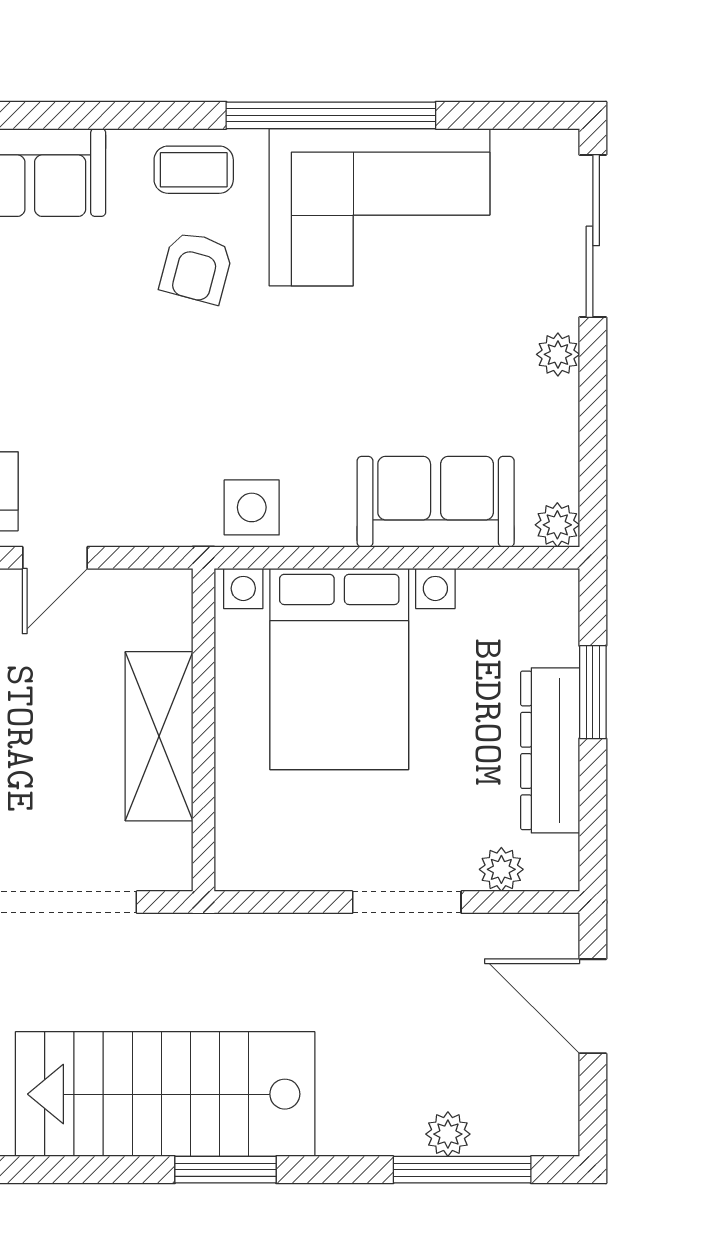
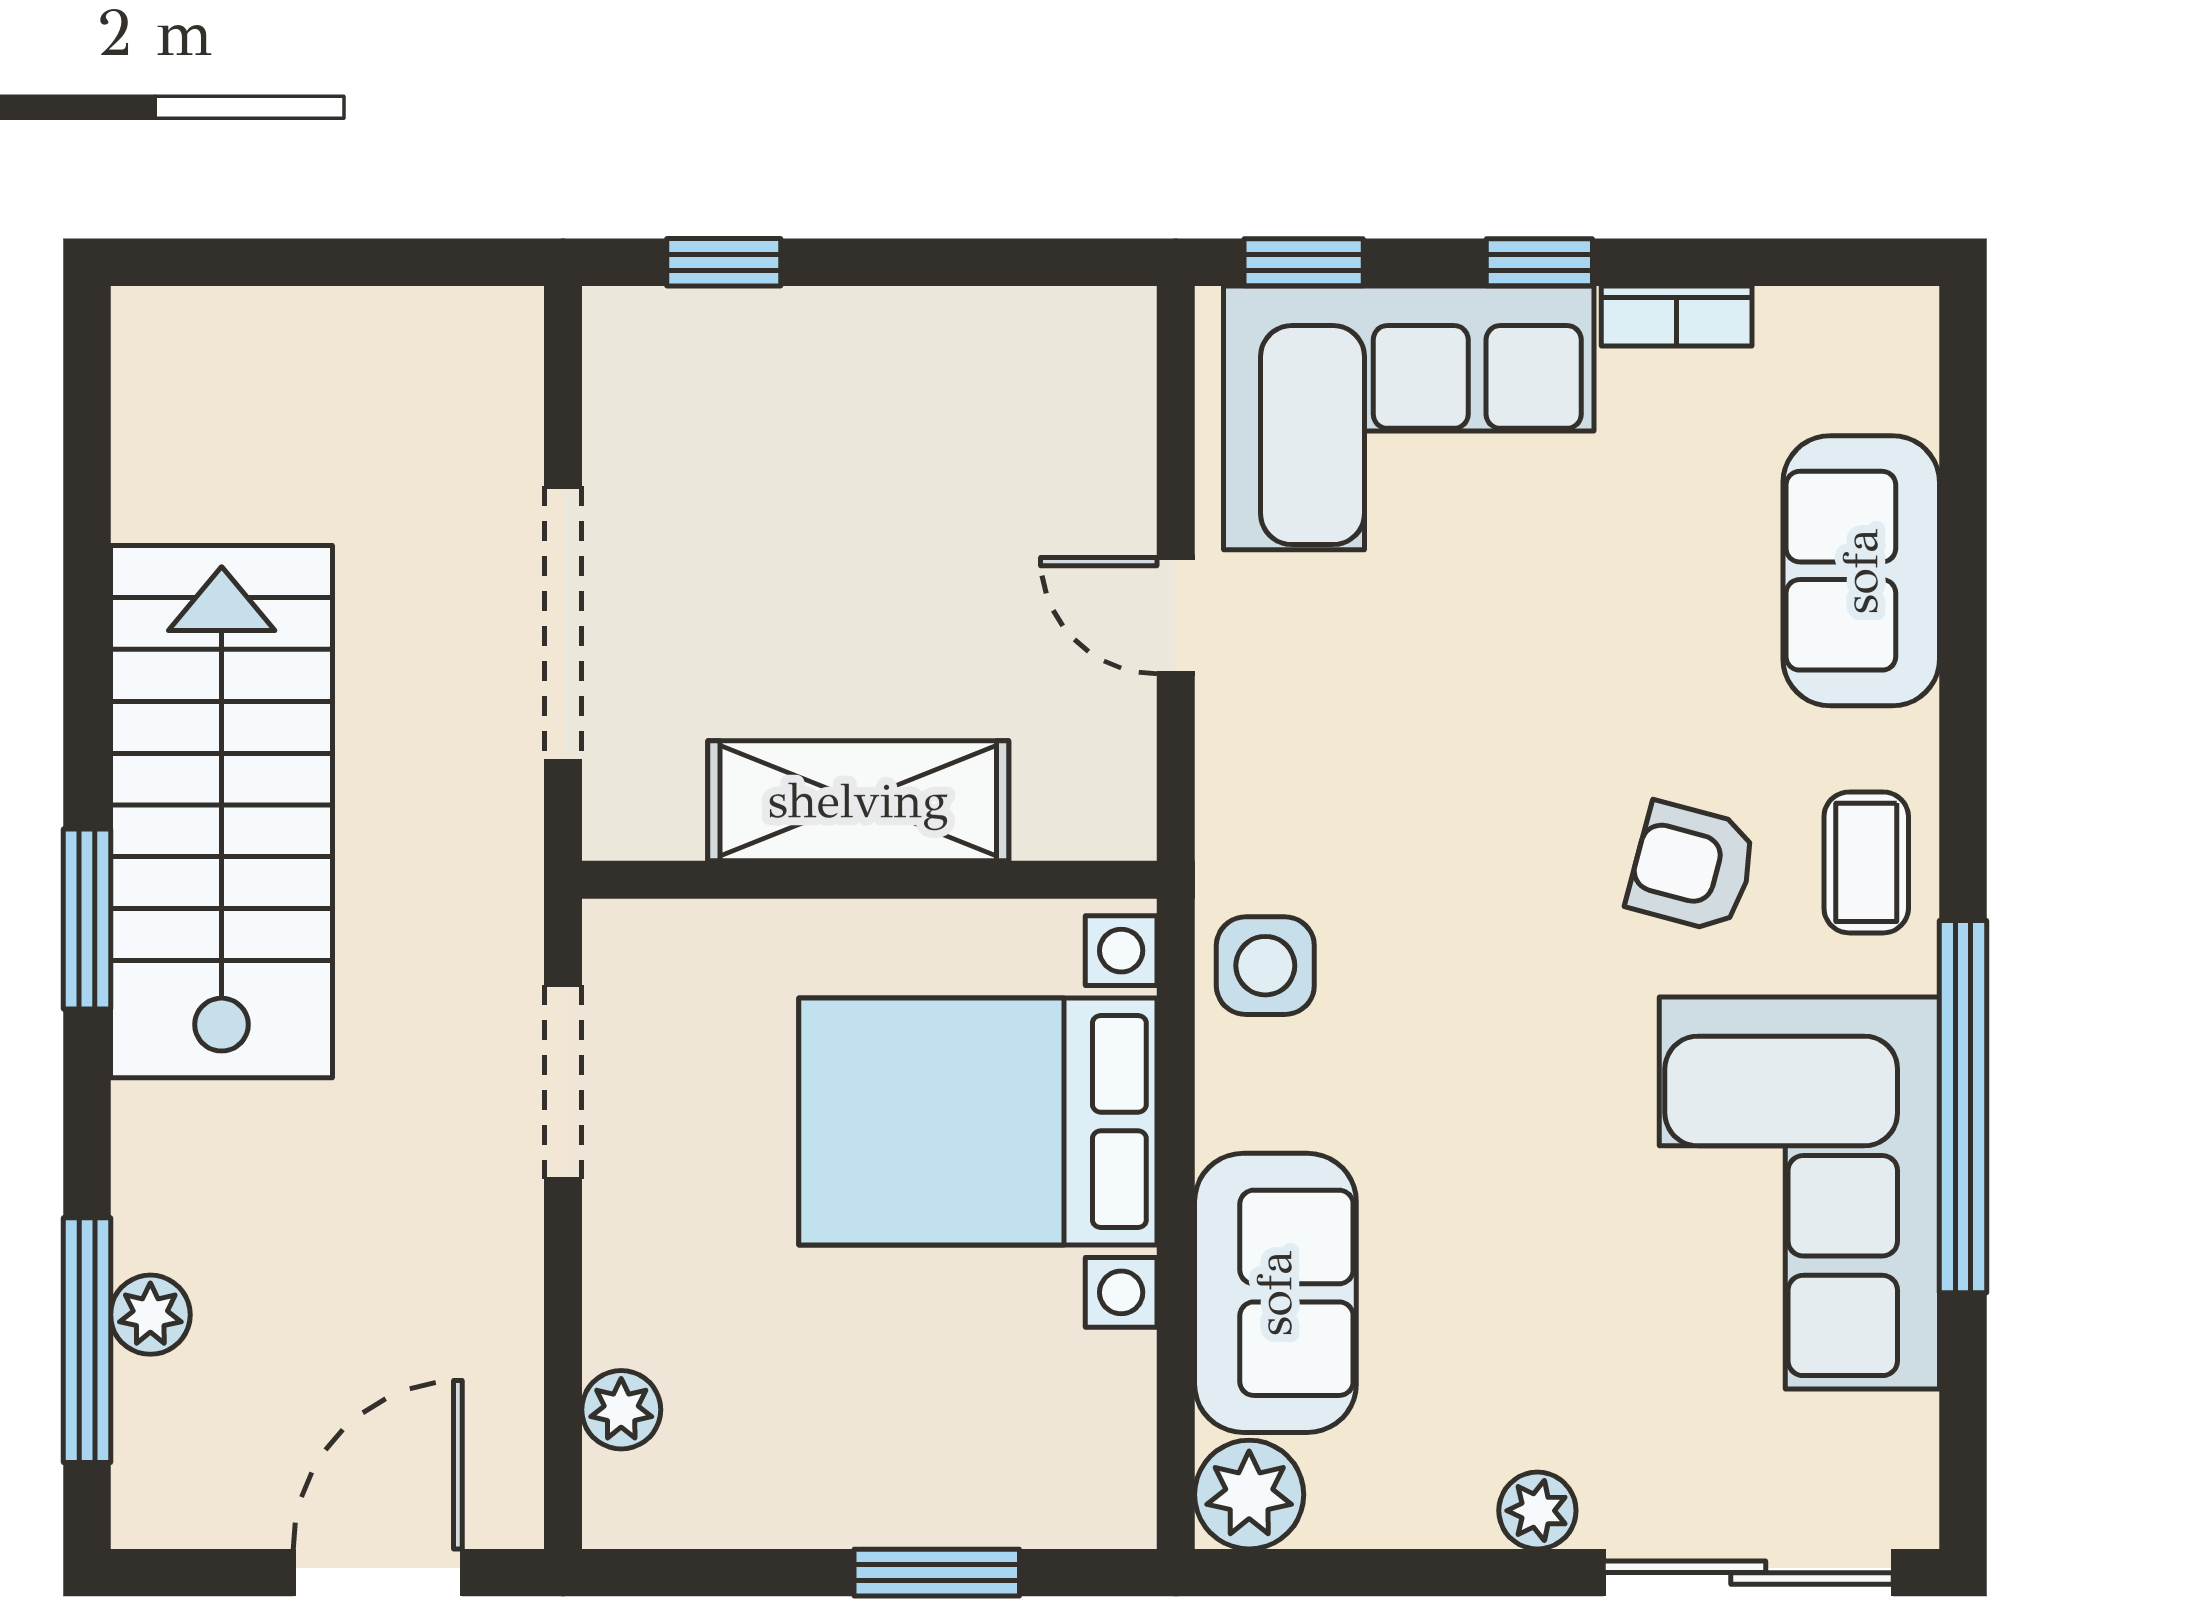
plant: (557, 525) -> (1249, 1495), width x1.38, depth x1.38
dresser: (550, 750) -> (833, 1497), removed
doorway: (407, 902) -> (563, 1082), moved

